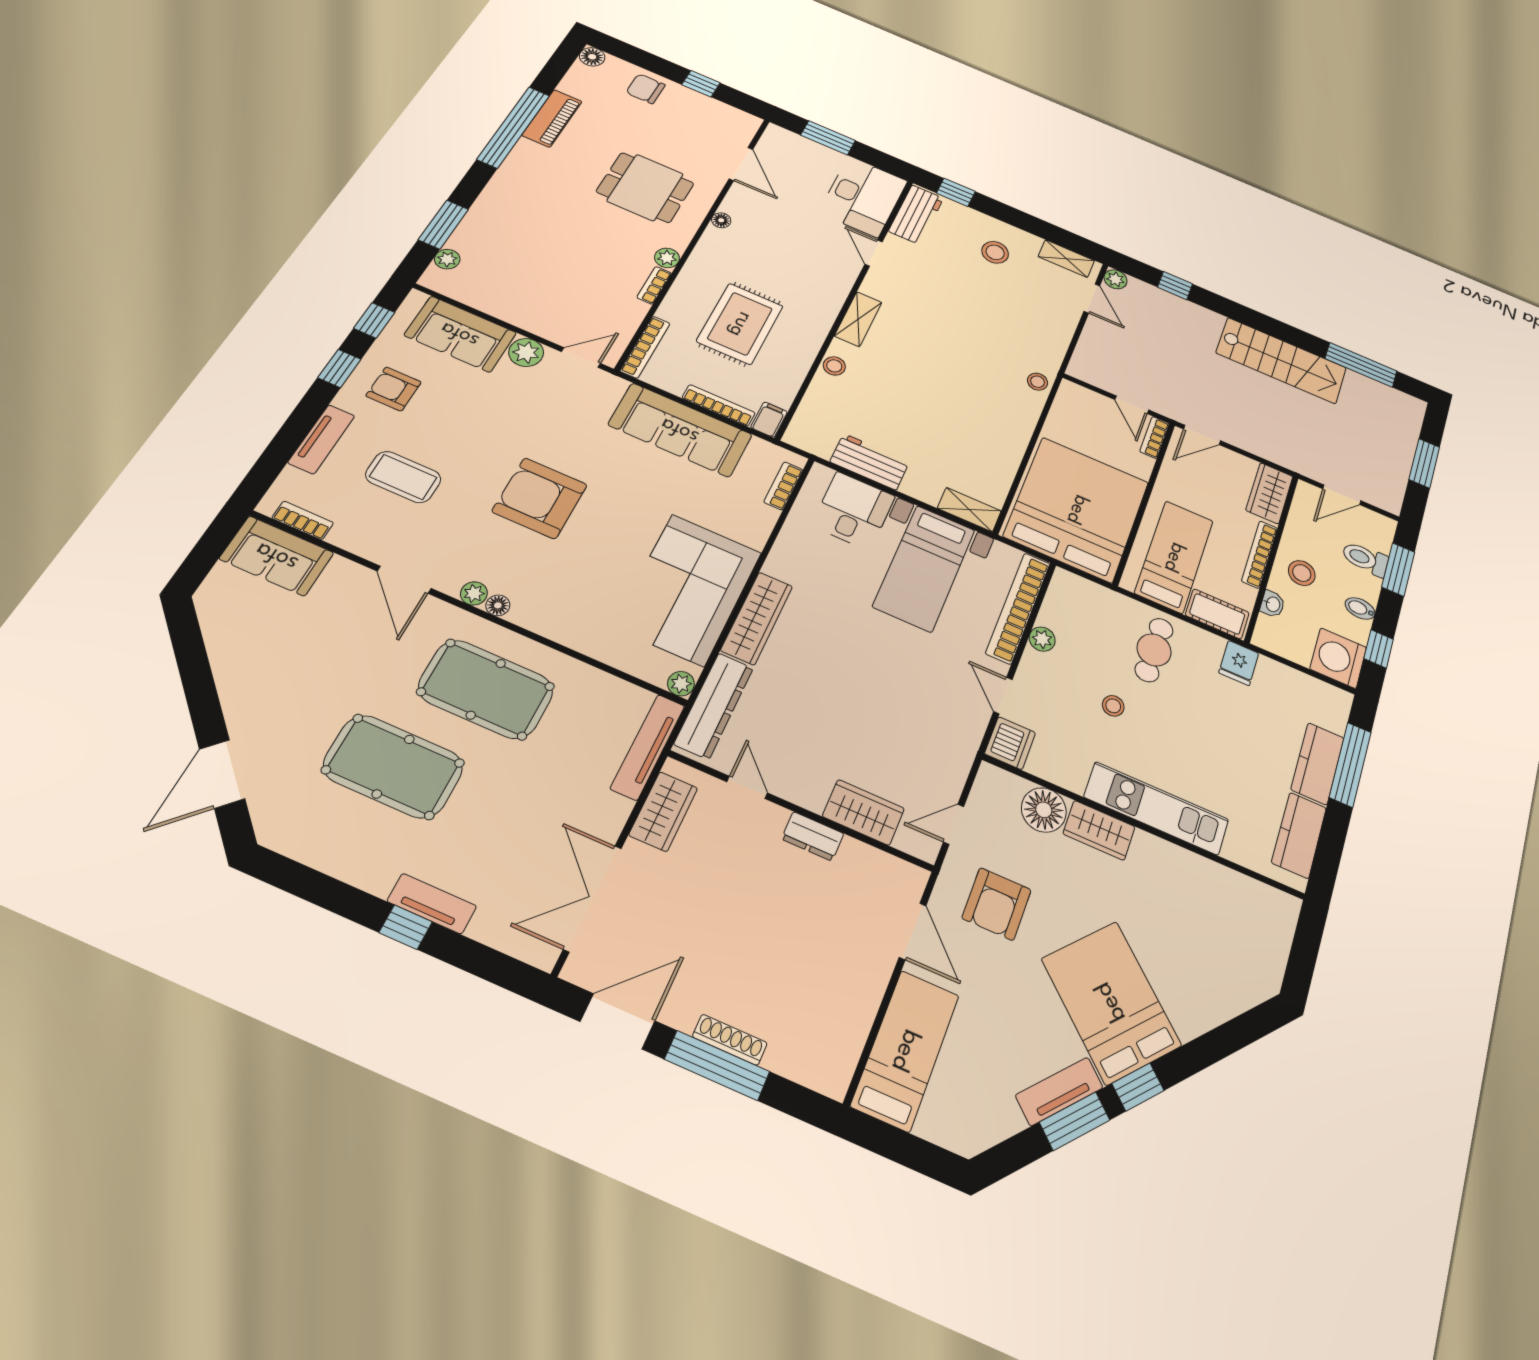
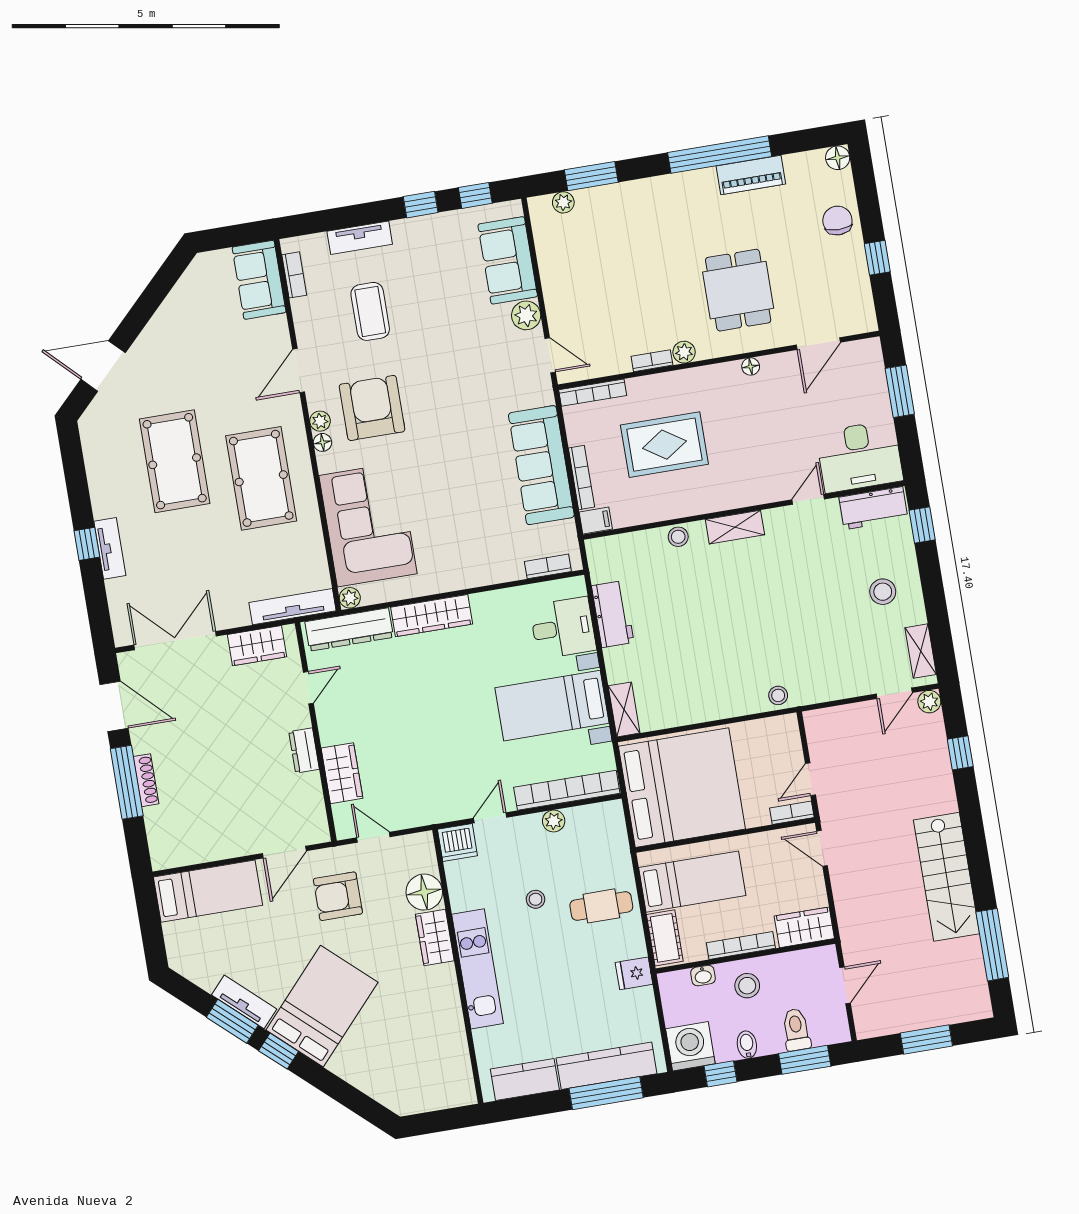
armchair: (394, 389) -> (431, 252), removed
door: (1342, 495) -> (845, 985), swing flipped
armchair: (540, 498) -> (372, 408), moved
corner sofa: (688, 589) -> (368, 525), moved, turned 90
kitchen counter: (1317, 764) -> (606, 1066), width x1.50

